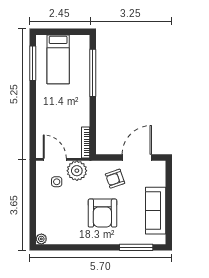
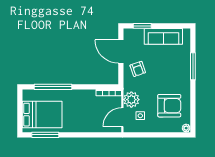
bed: (58, 59) -> (42, 115), width x1.50
window: (169, 184) -> (142, 26), added
armchair: (102, 213) -> (169, 106), moved
window: (136, 247) -> (193, 66), moved

